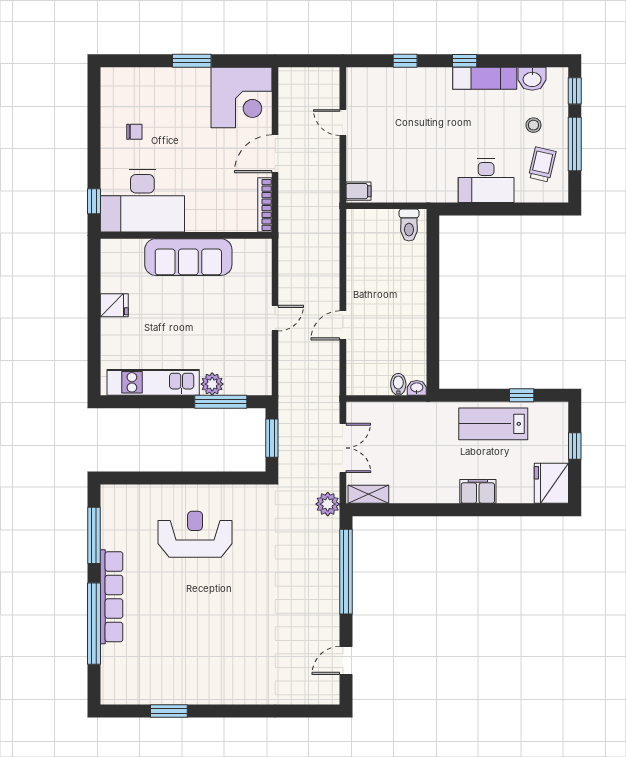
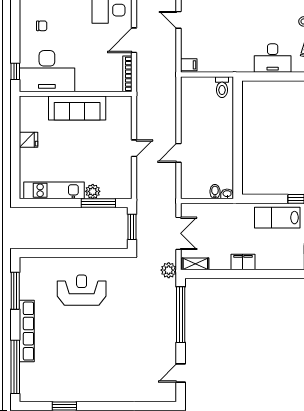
filing cabinet: (478, 491) -> (243, 262), moved
window: (94, 624) -> (15, 367), moved

